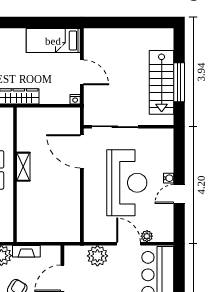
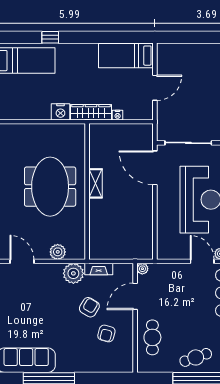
door: (82, 72) -> (155, 88), hinge flipped
nightstand: (75, 99) -> (118, 115), moved
plant: (97, 256) -> (142, 269), moved, width x0.53, depth x0.53

